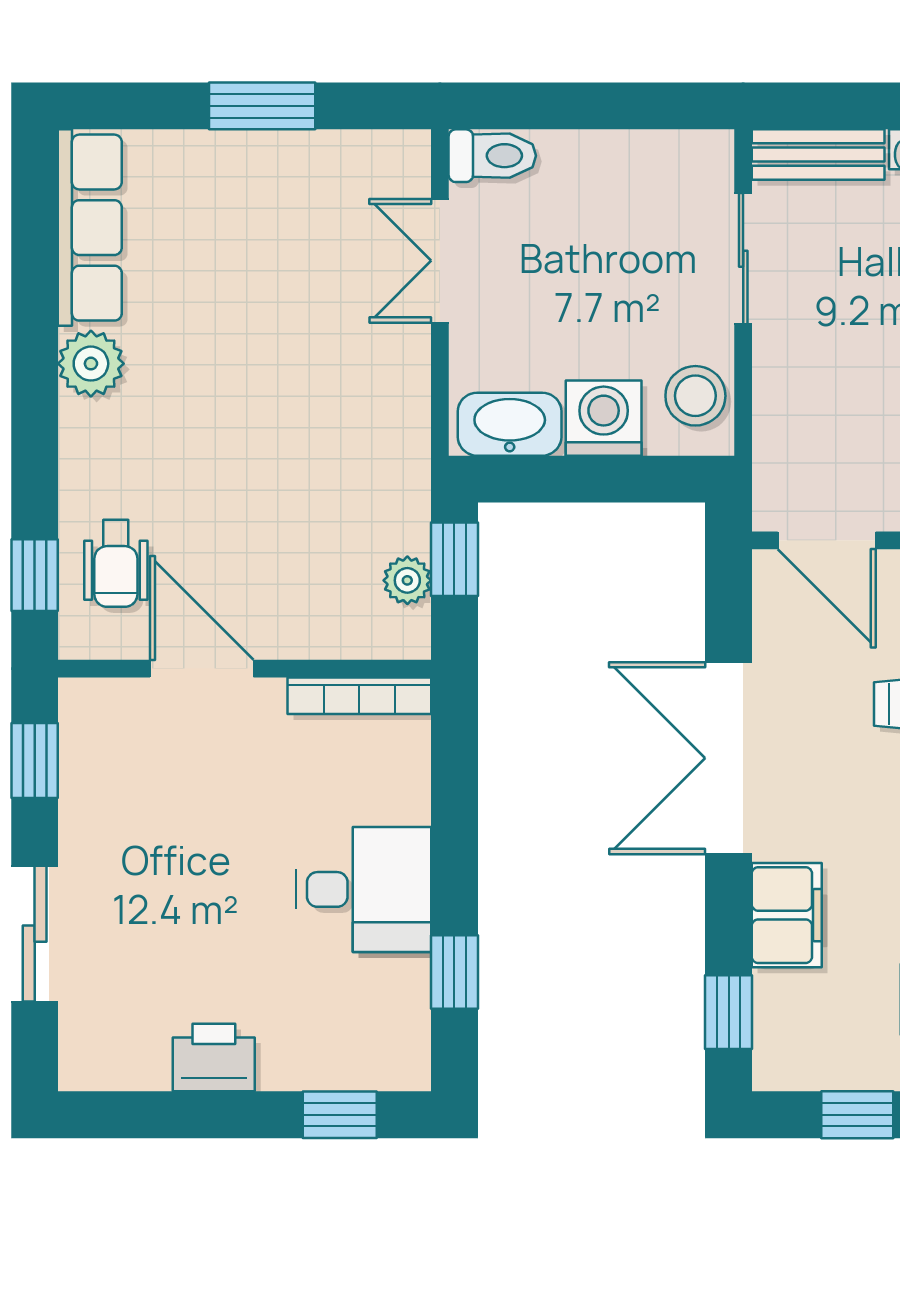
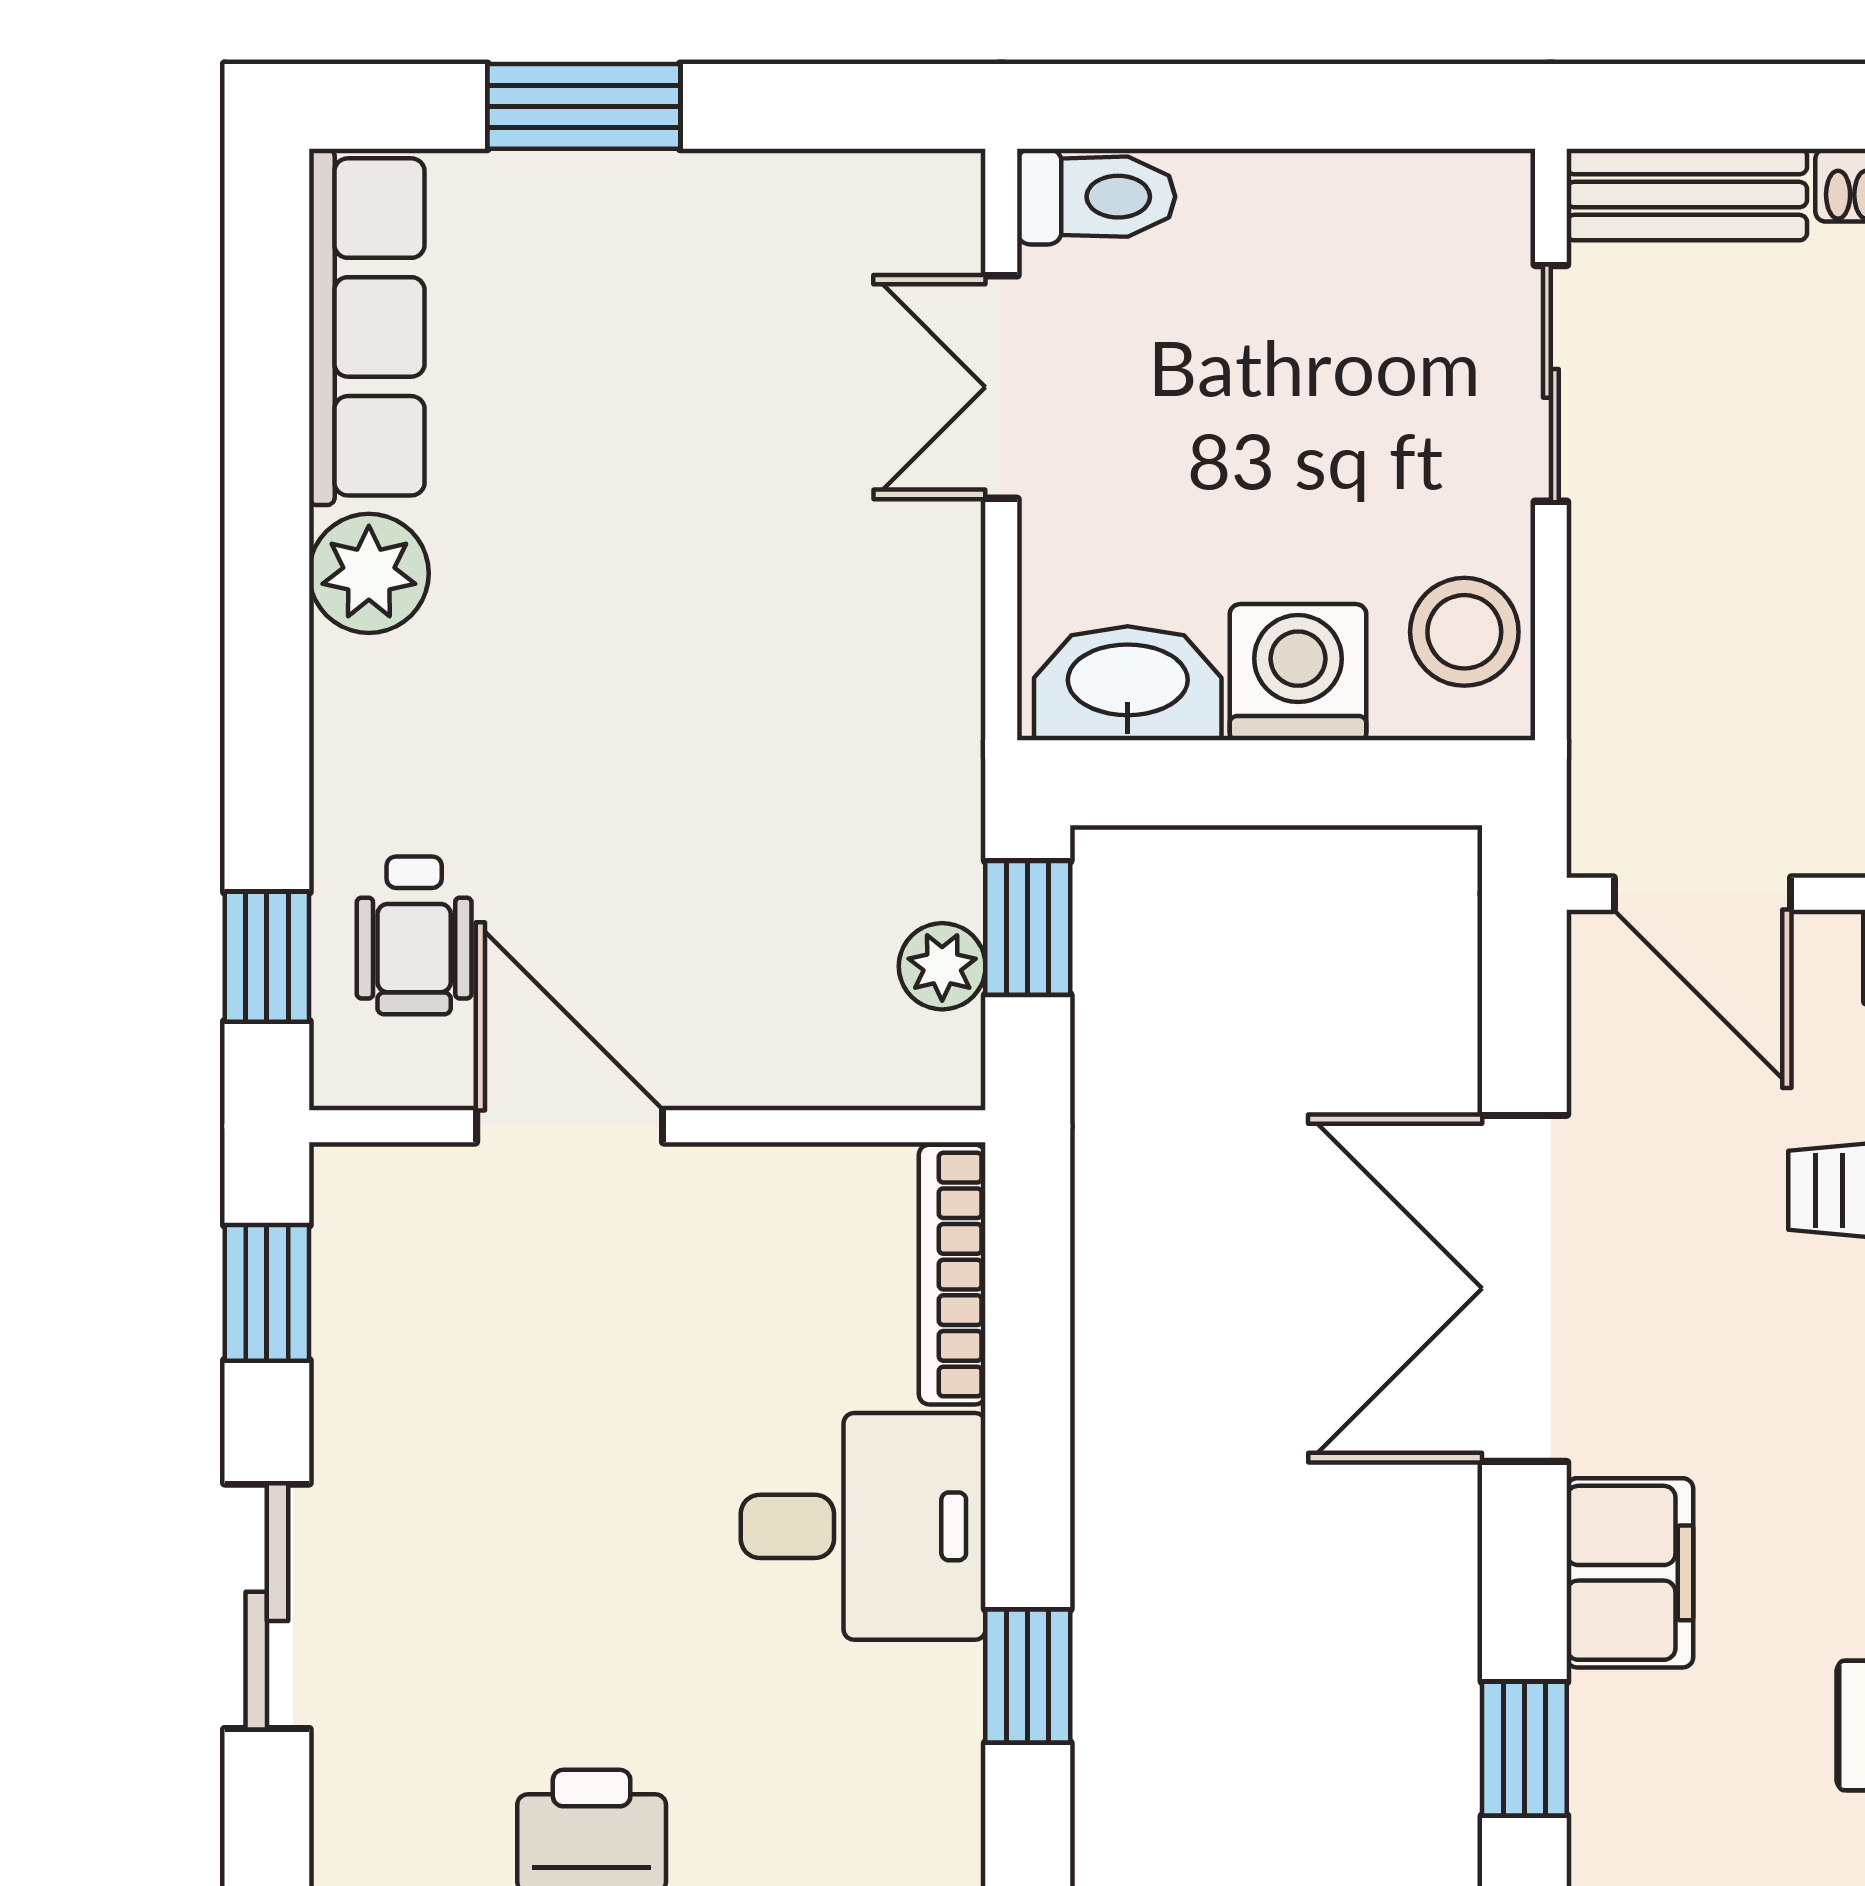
window: (262, 106) -> (584, 106), moved
bookcase: (359, 696) -> (952, 1275), moved, turned 90

